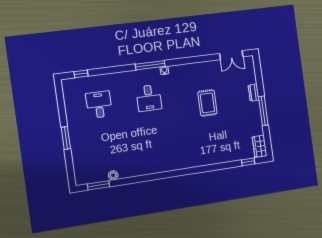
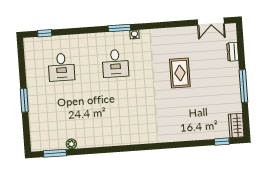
window: (150, 65) -> (119, 28), width x0.69
dresser: (254, 93) -> (233, 52), moved
desk: (99, 105) -> (61, 67), turned 180

